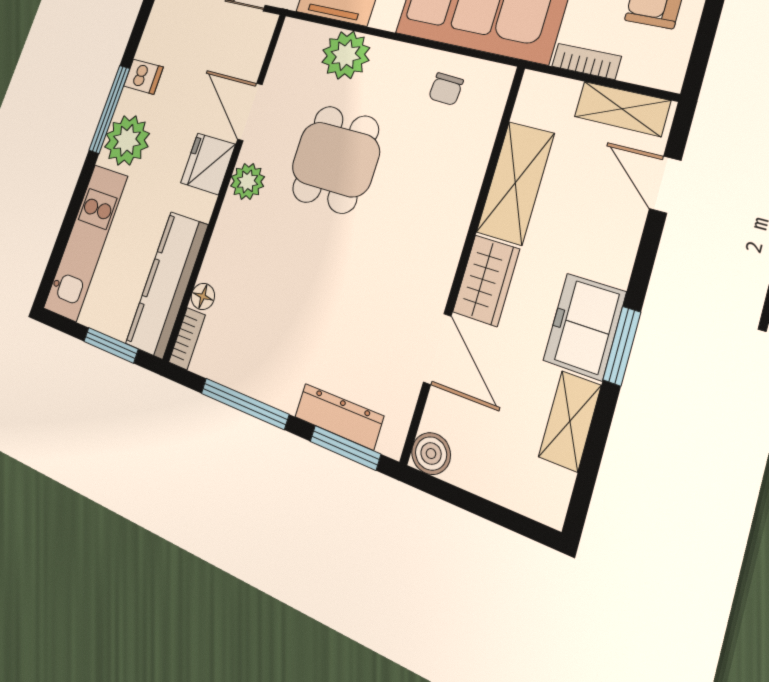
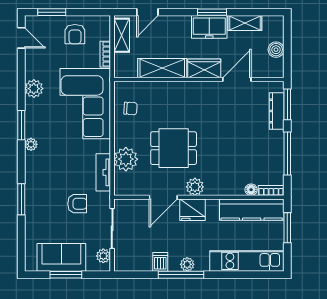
plant: (127, 140) -> (187, 264), width x0.53, depth x0.53
boiler: (431, 454) -> (276, 50), moved

